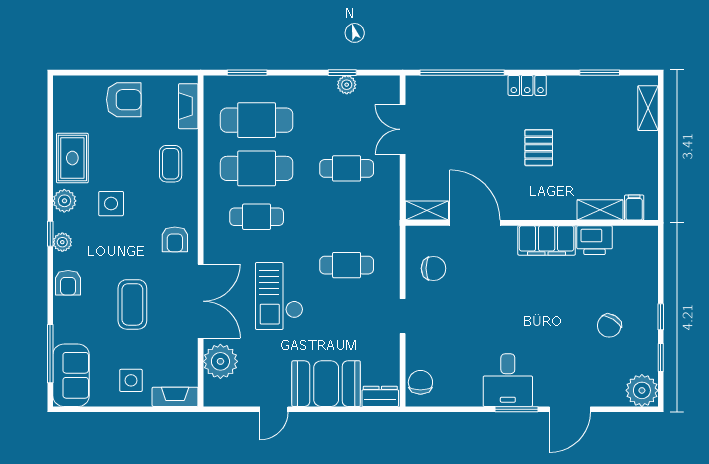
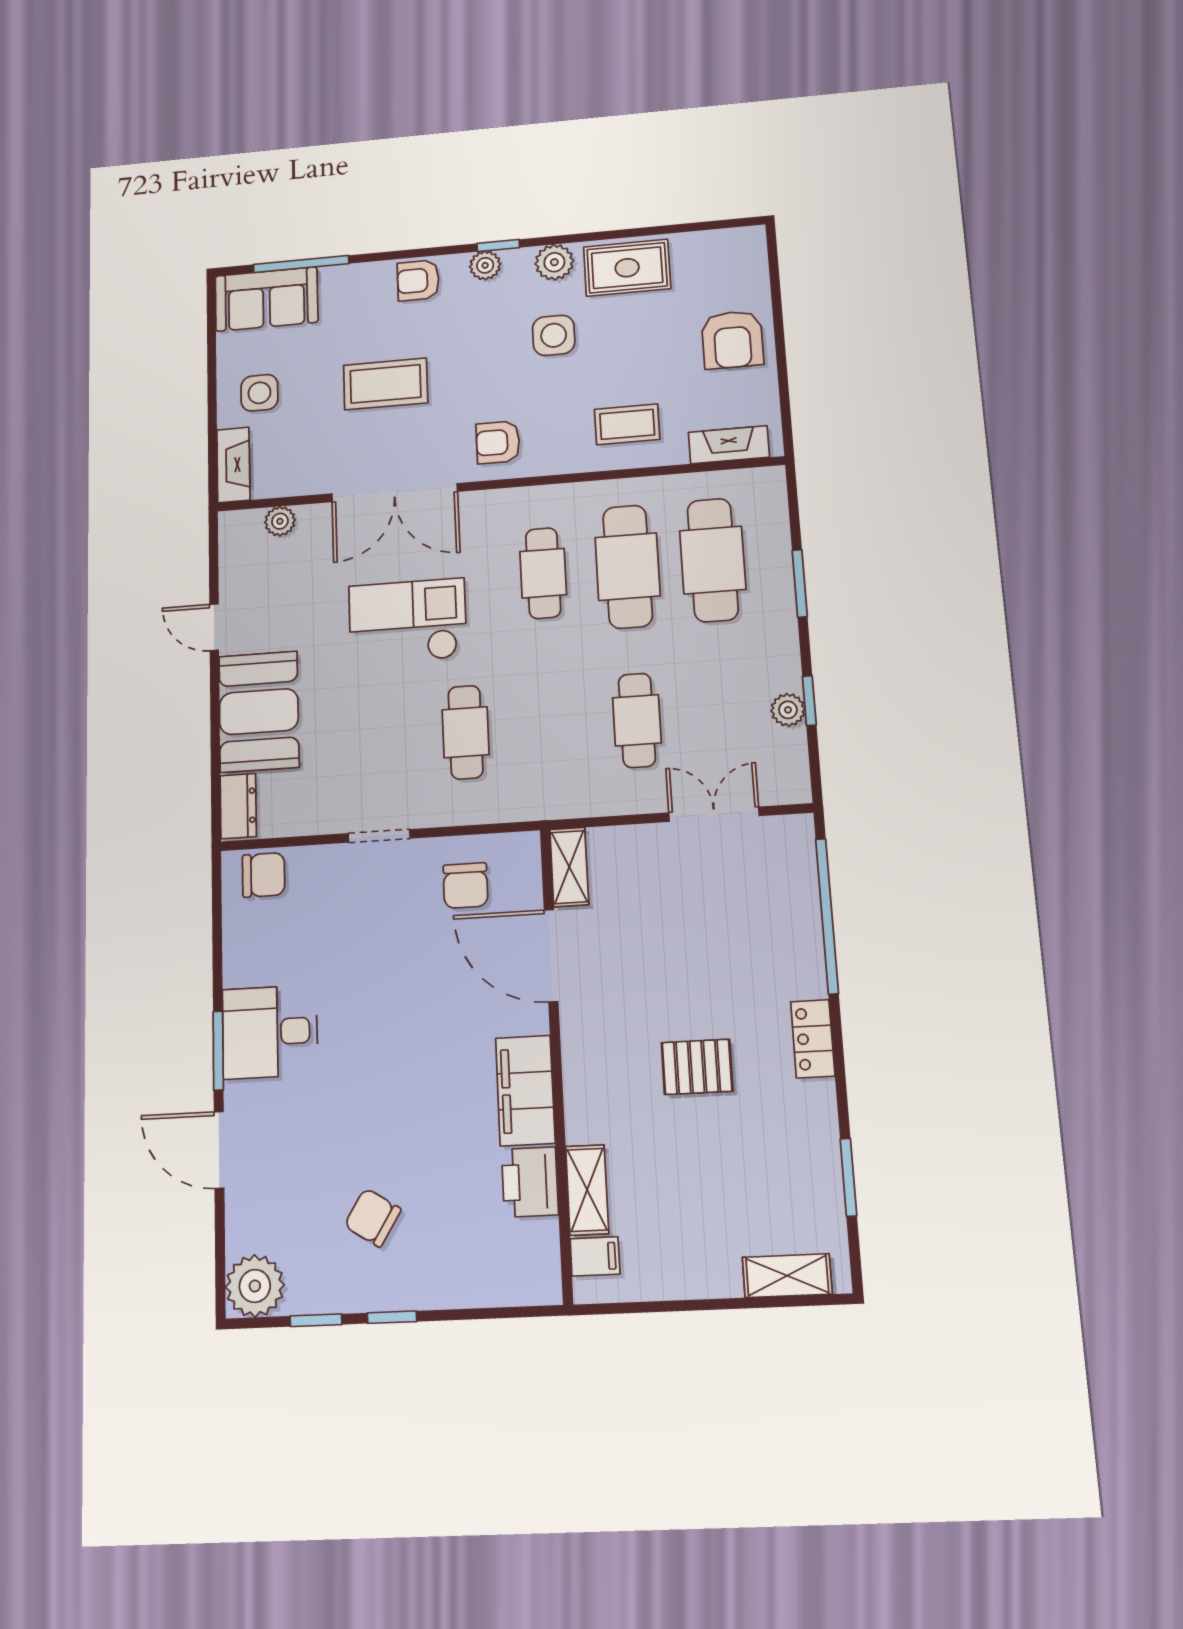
window: (247, 73) -> (800, 583), moved
door: (475, 223) -> (551, 956), swing flipped
plant: (220, 361) -> (280, 521), width x0.53, depth x0.53

